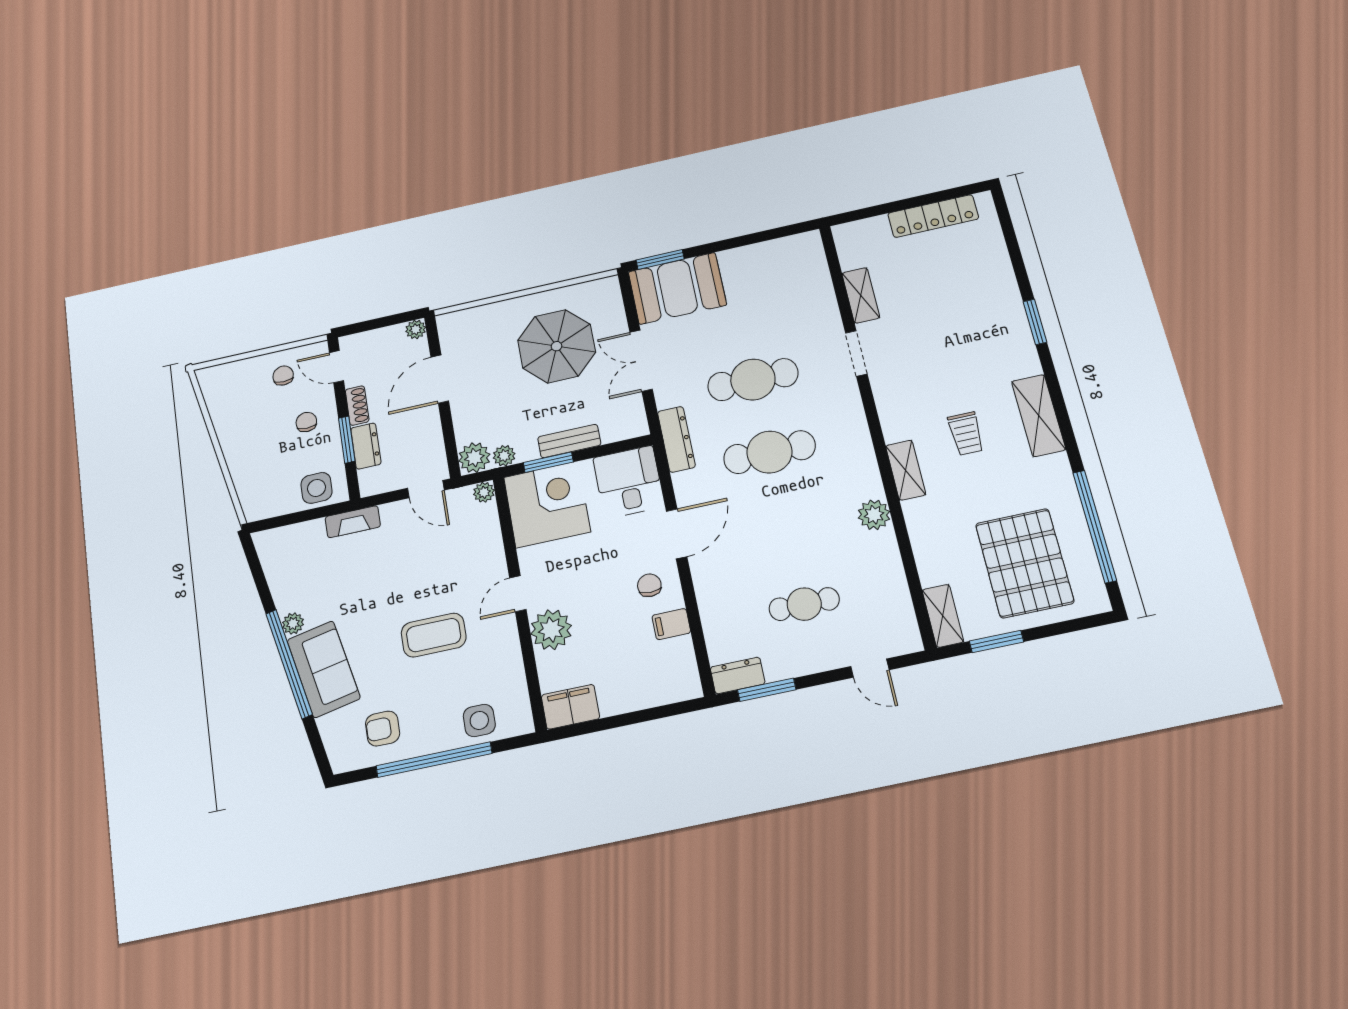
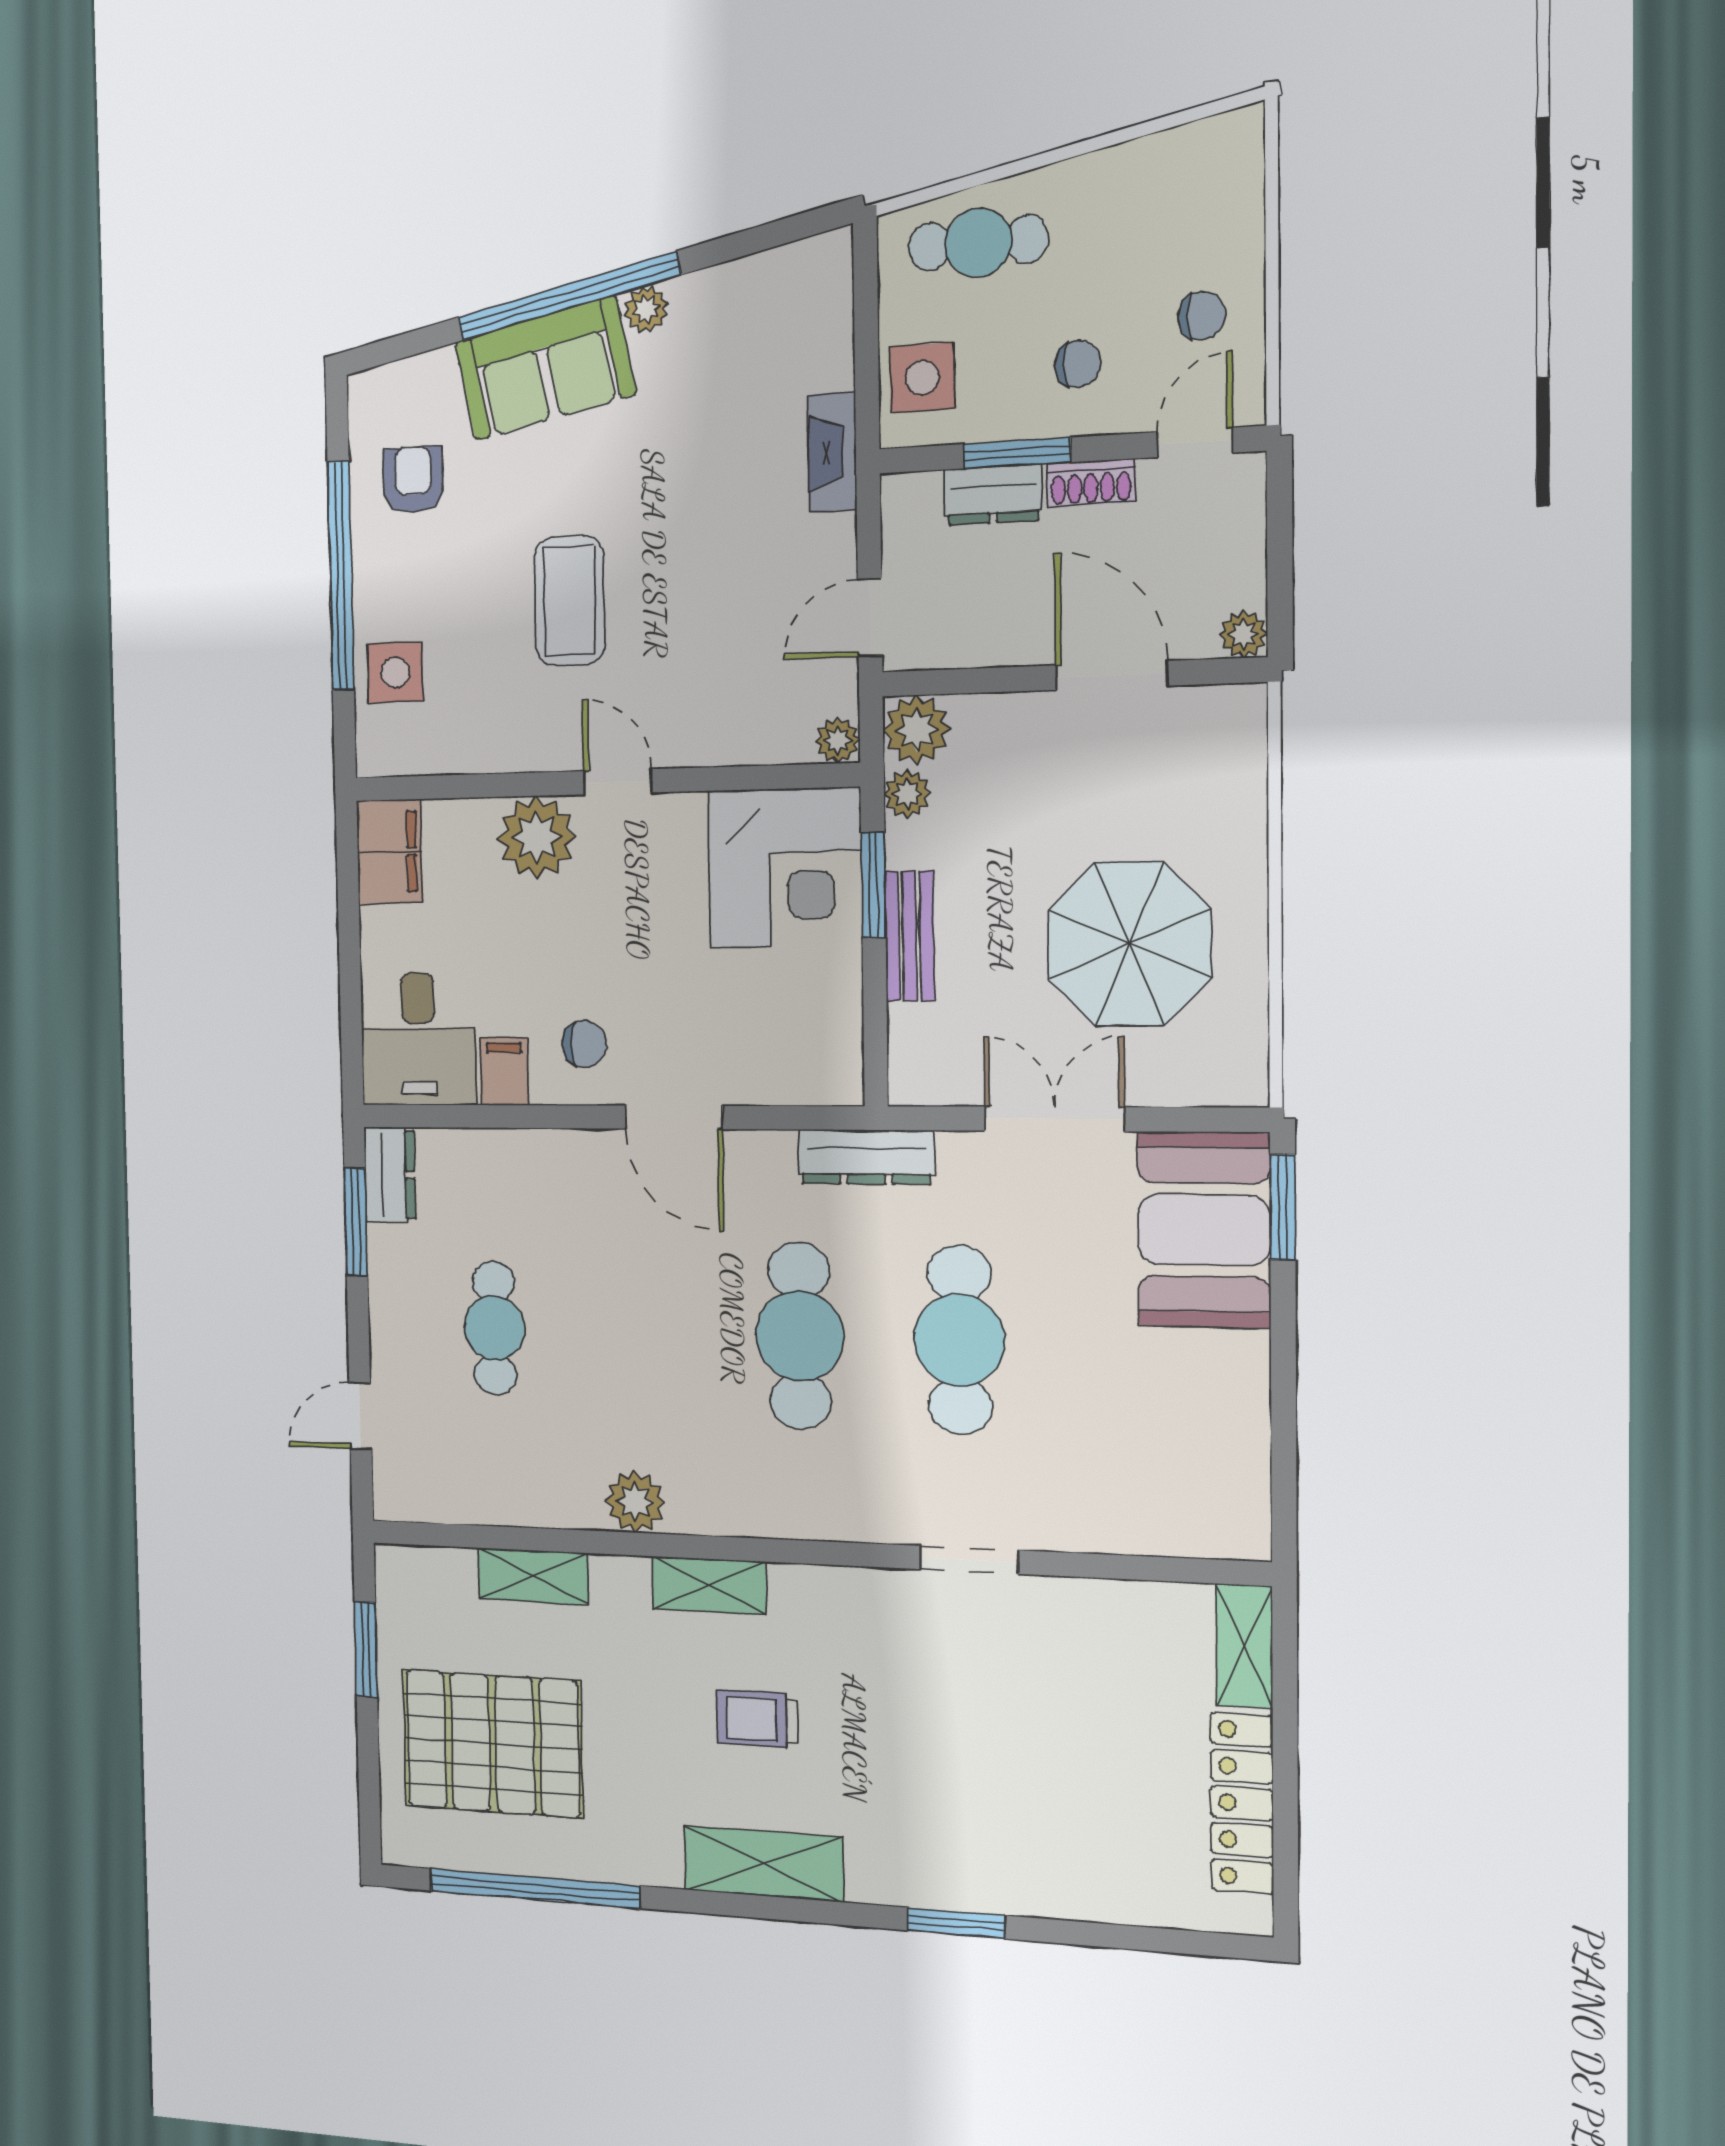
shelving: (861, 295) -> (1244, 1646), moved, turned 90
cafe table: (256, 476) -> (978, 243), added
desk: (629, 482) -> (418, 1039), moved, turned 90
shelving: (943, 616) -> (533, 1576), moved

